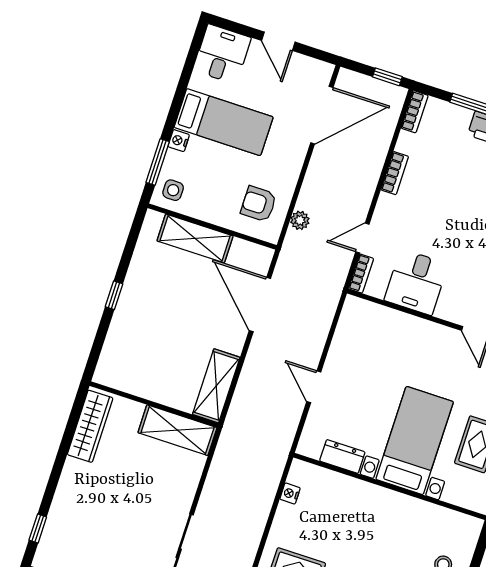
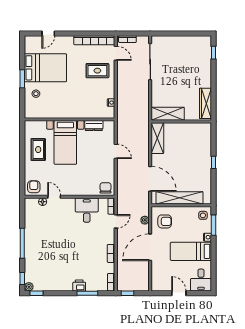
door: (322, 115) -> (150, 247), moved
shelving: (195, 238) -> (179, 198), width x1.47
chair: (361, 316) -> (106, 188), added

